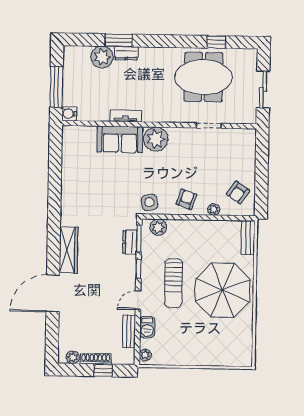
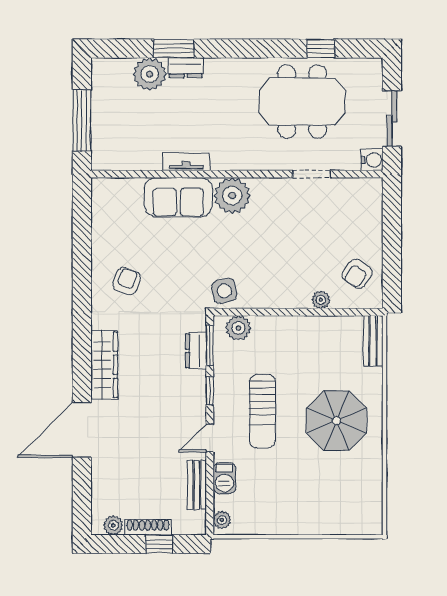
water cooler: (69, 114) -> (372, 160), moved, turned 180
armchair: (186, 199) -> (127, 281), moved
parasol: (223, 290) -> (336, 421), width x0.73, depth x0.73

